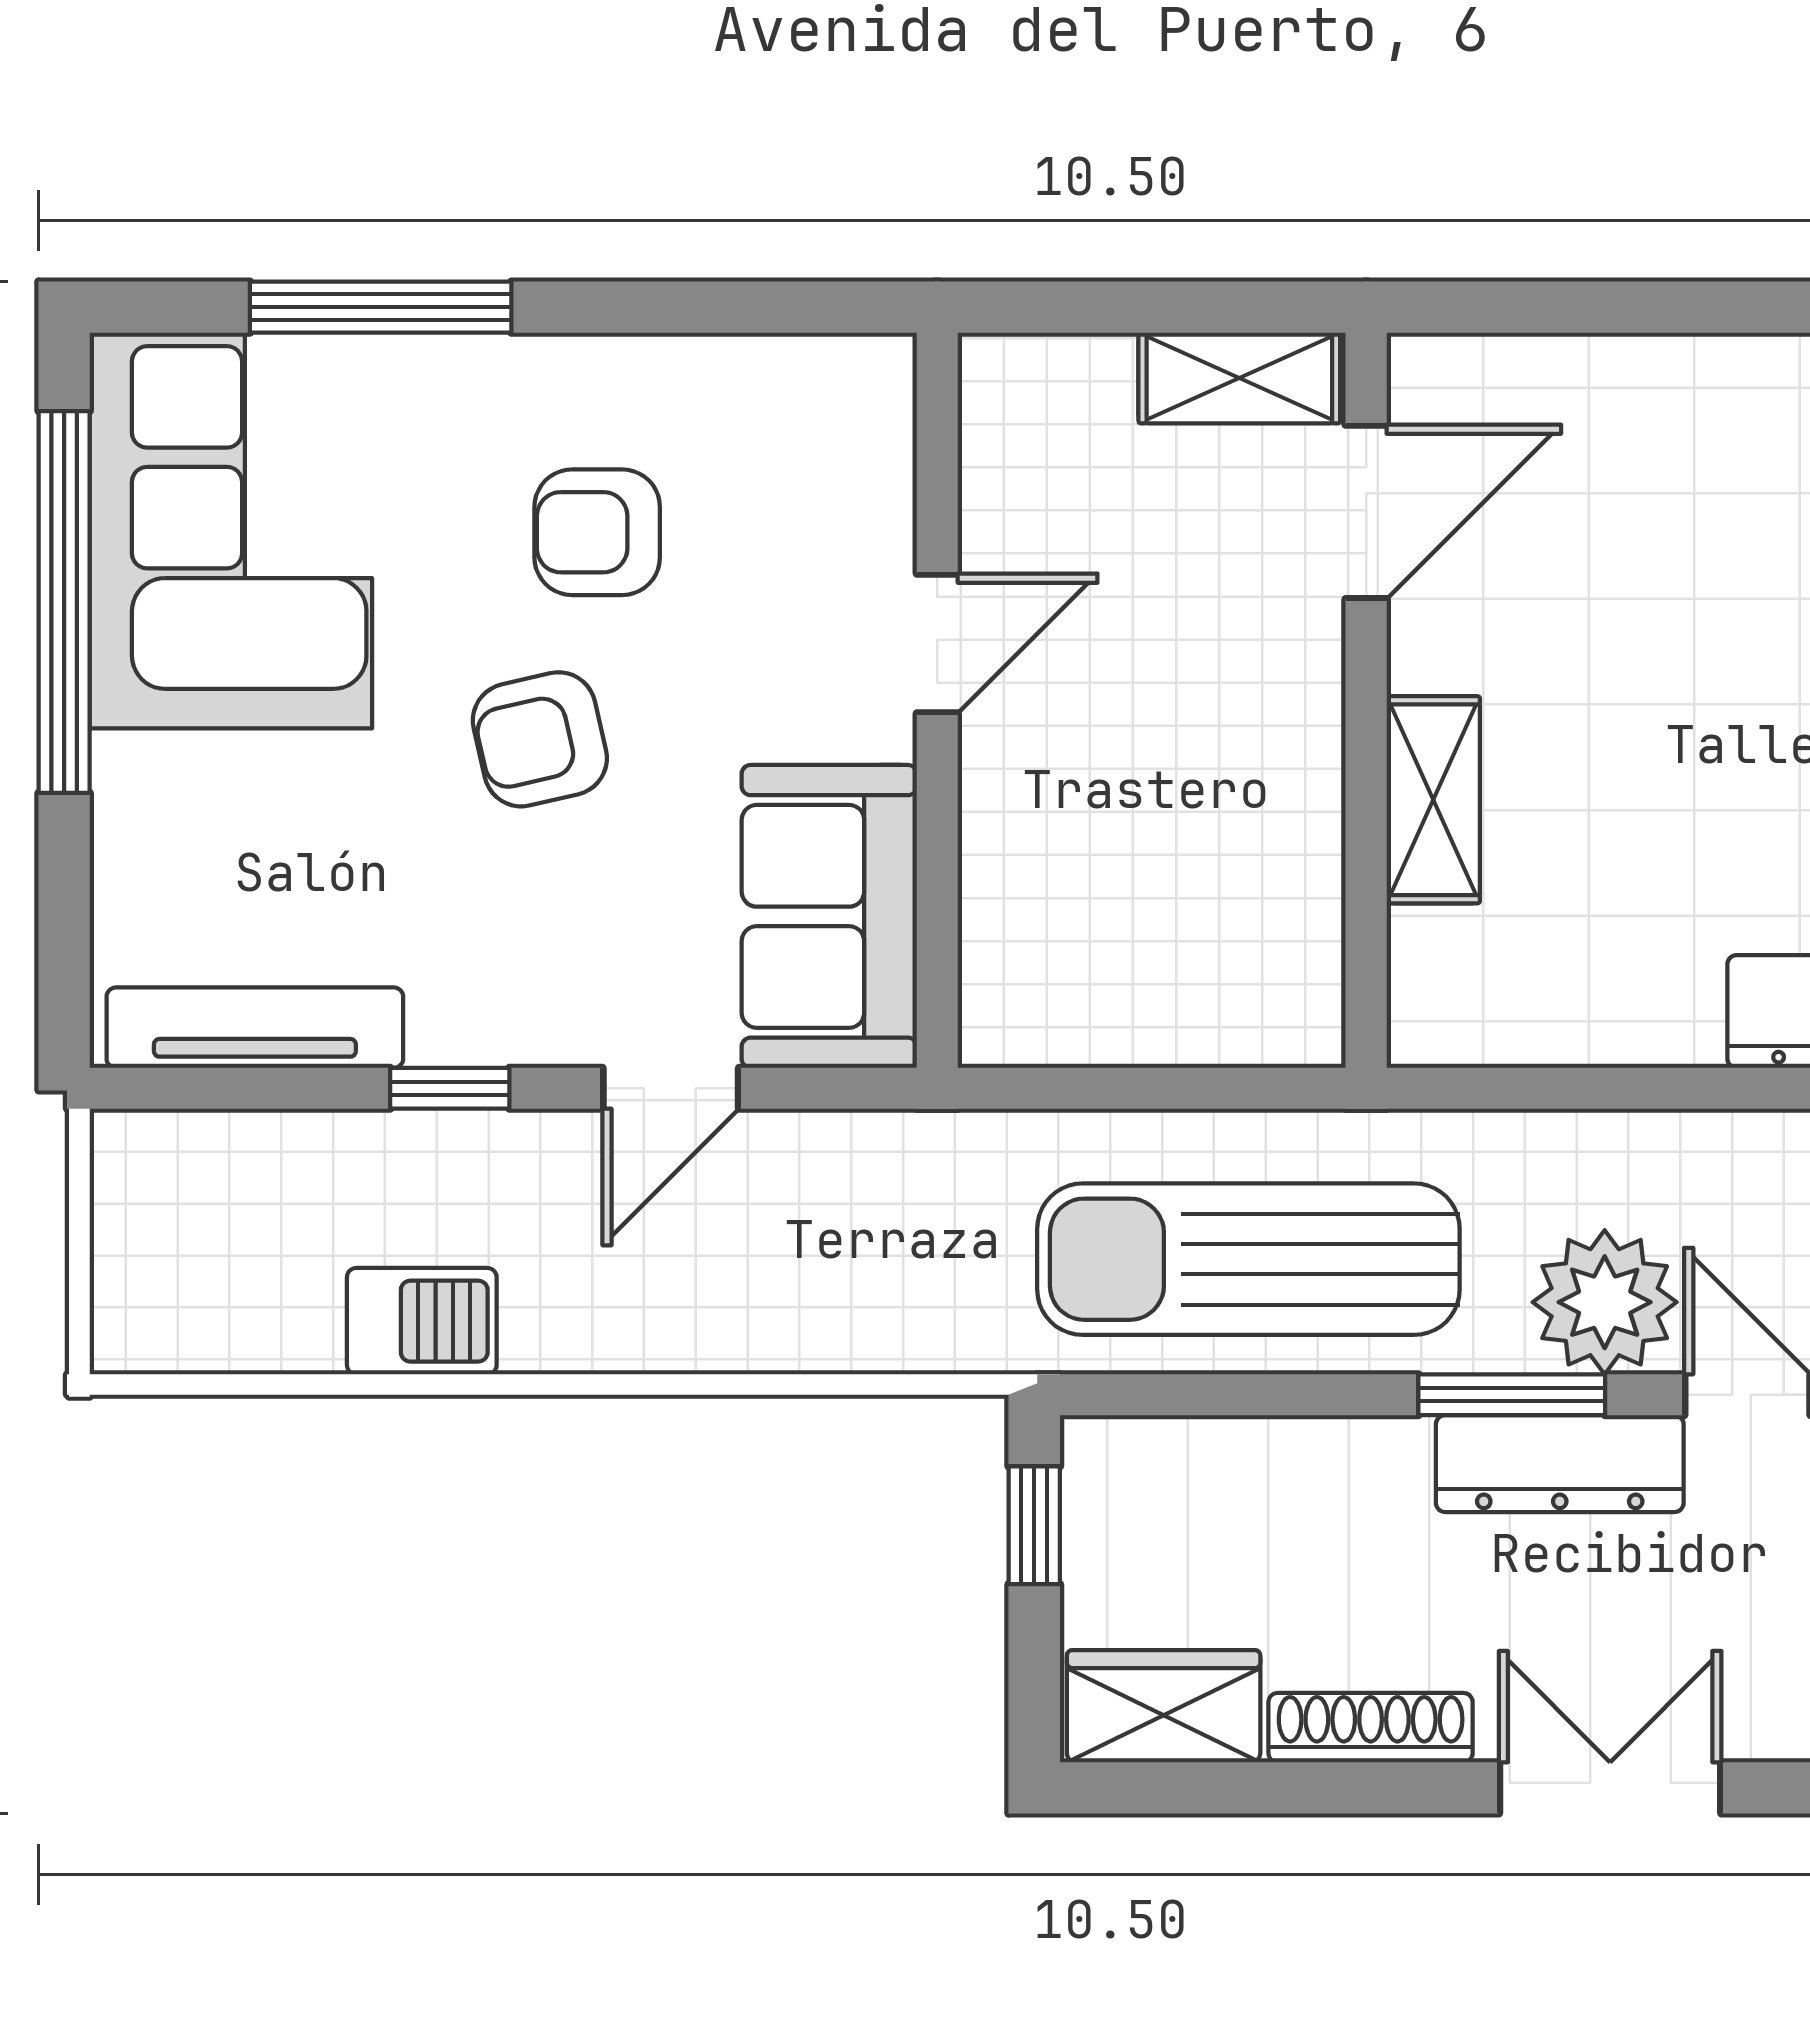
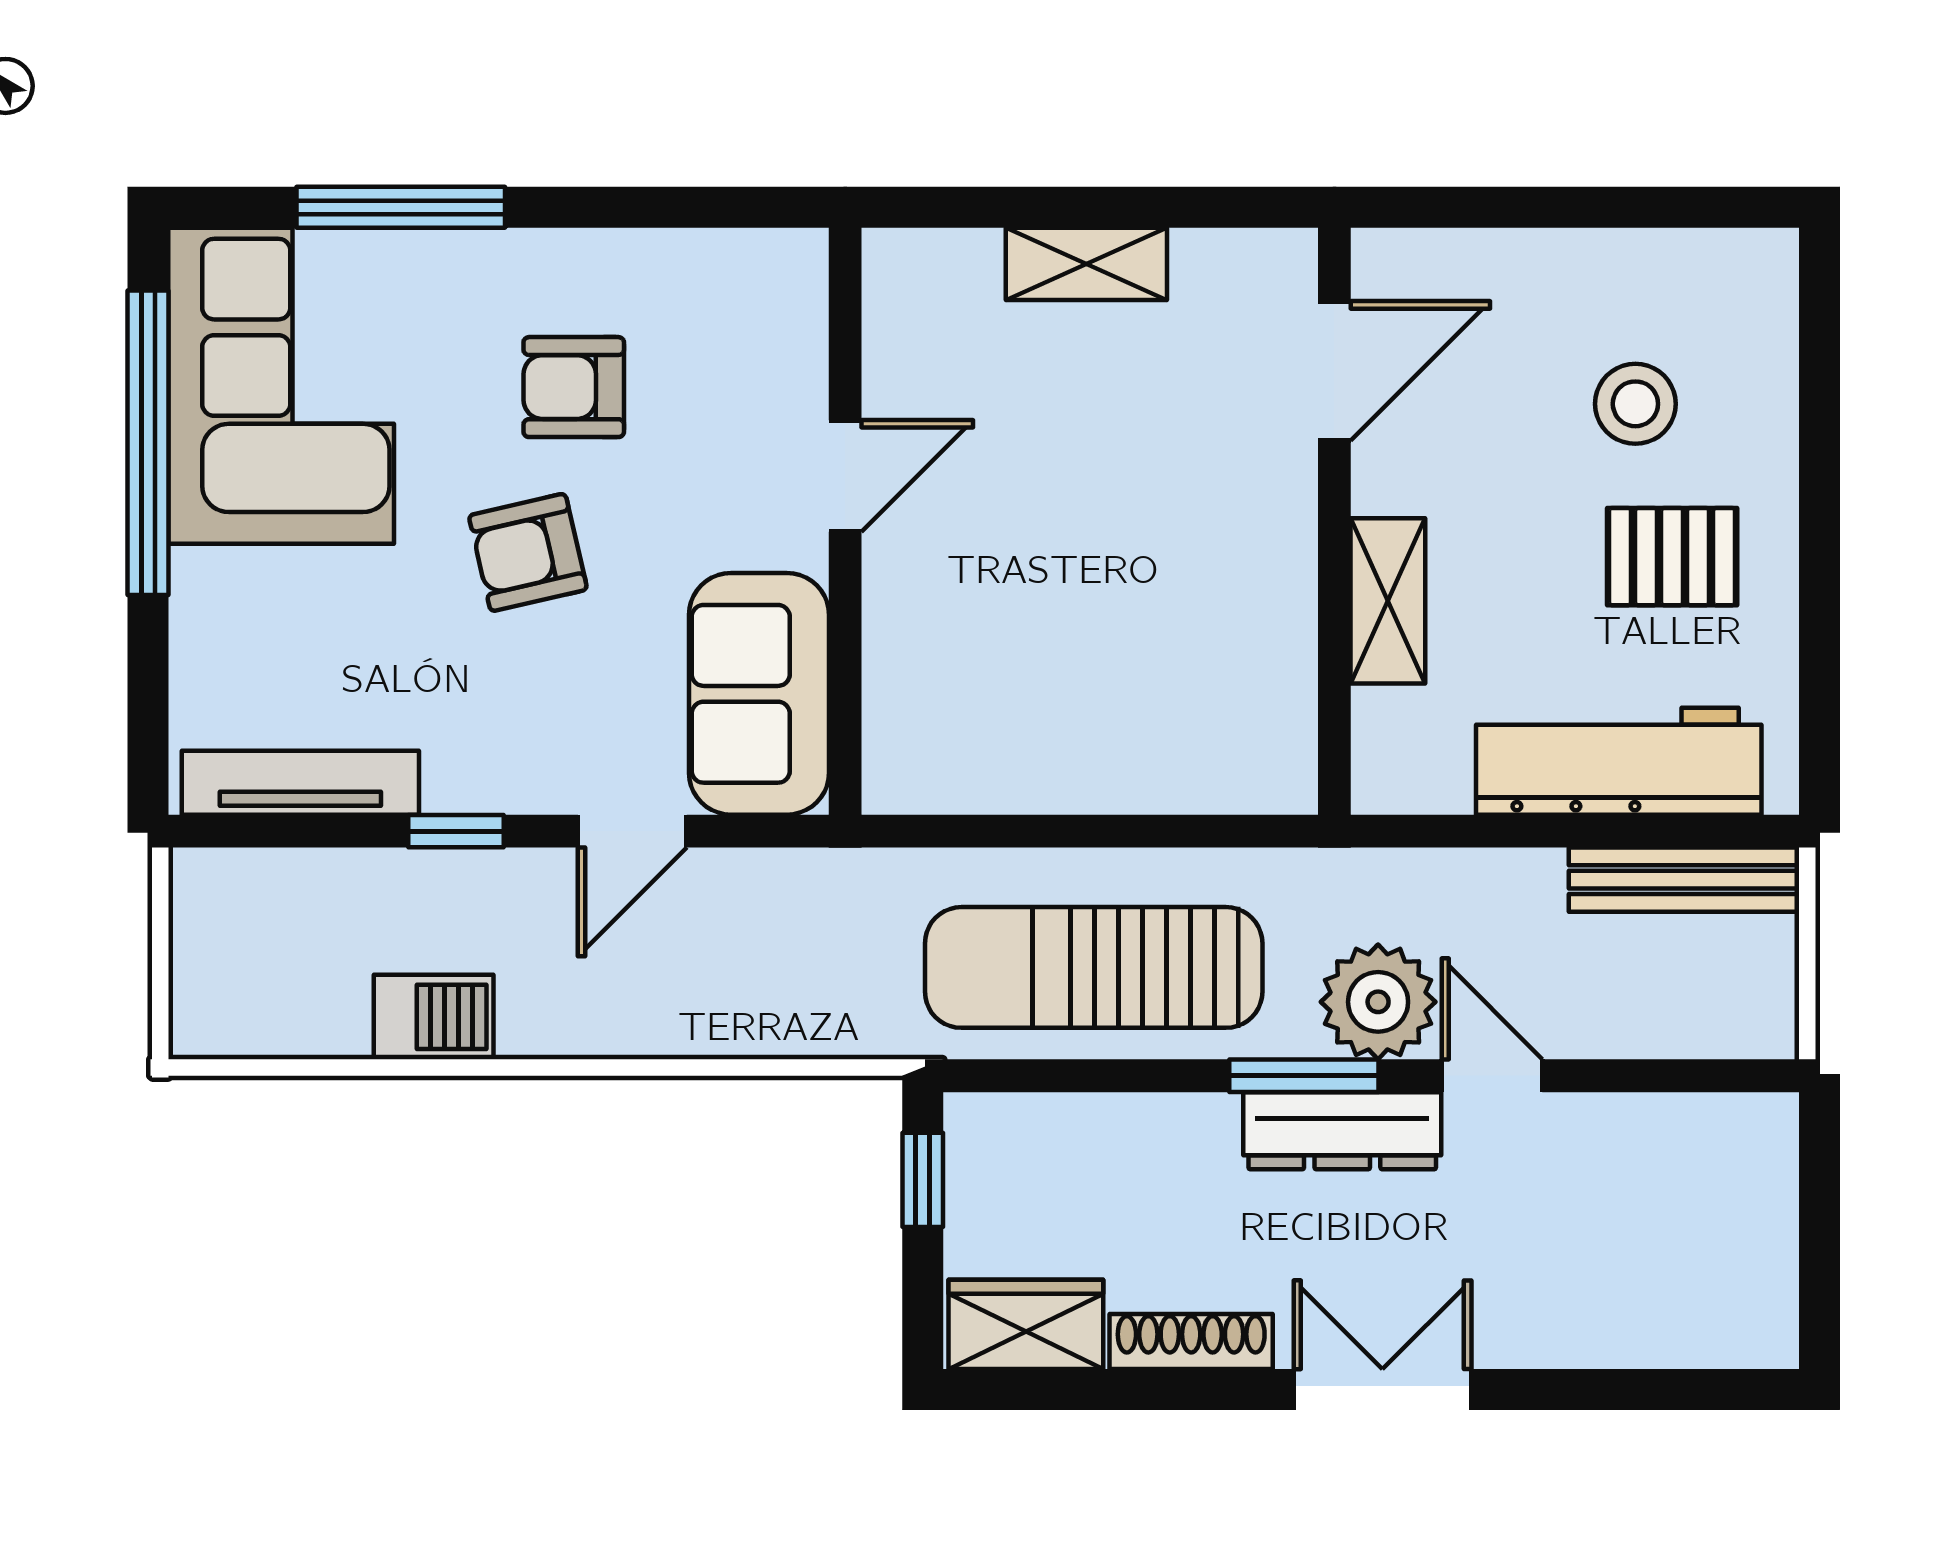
door: (1366, 512) -> (1334, 371), moved
wall: (1366, 700) -> (1334, 521), moved
shelving: (1433, 800) -> (1388, 601), moved

